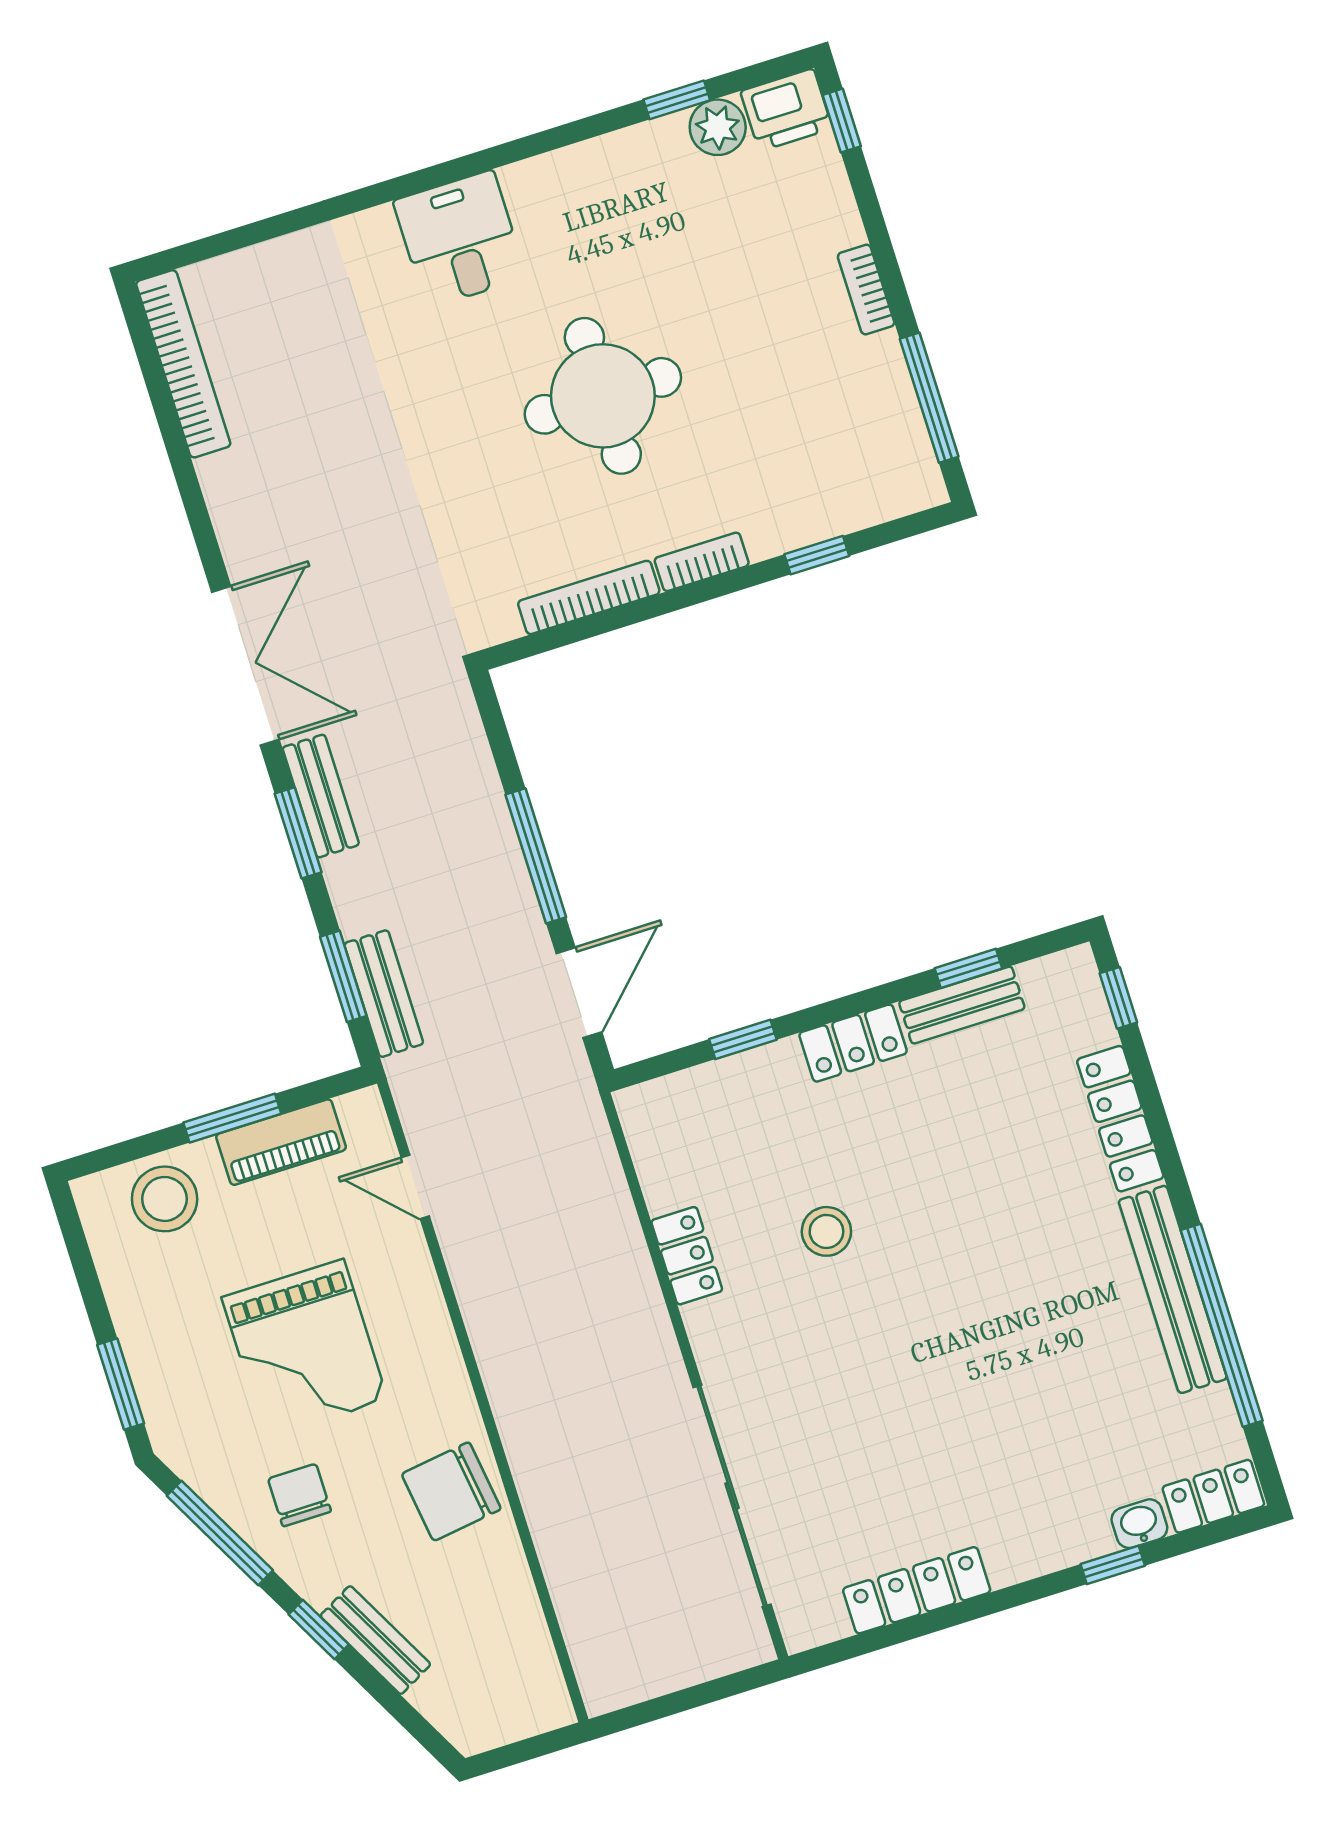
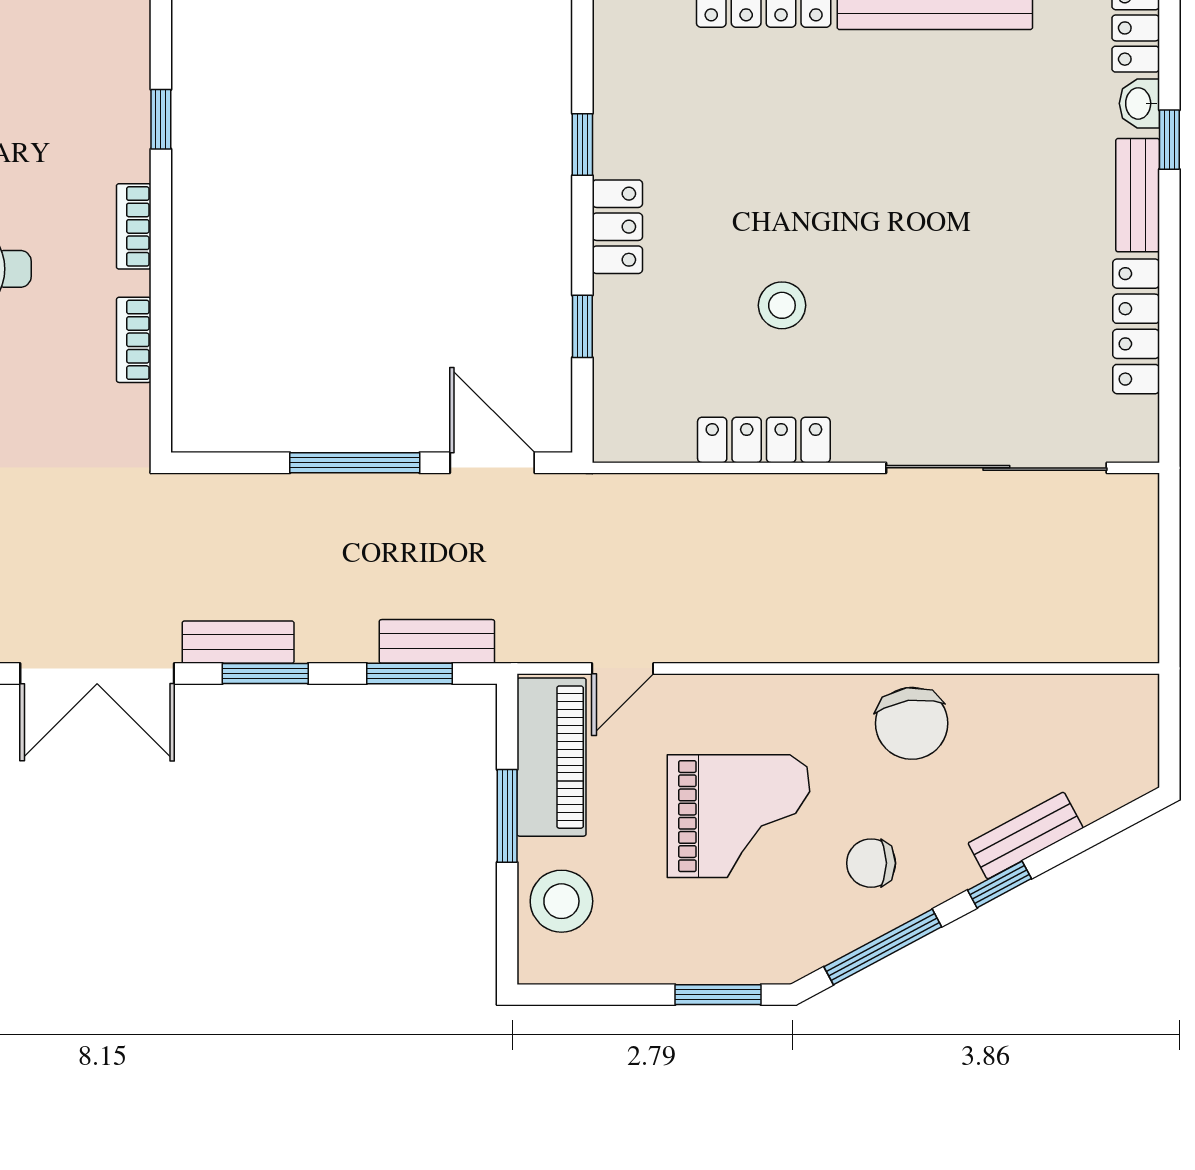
bookcase: (589, 597) -> (134, 340), width x0.64
double door: (245, 666) -> (97, 674), swing flipped
window: (968, 968) -> (582, 145), moved
bench: (962, 1005) -> (1138, 195), moved
piano: (281, 1142) -> (552, 757), width x1.37, depth x1.33
locker: (687, 1256) -> (764, 440), width x1.53

